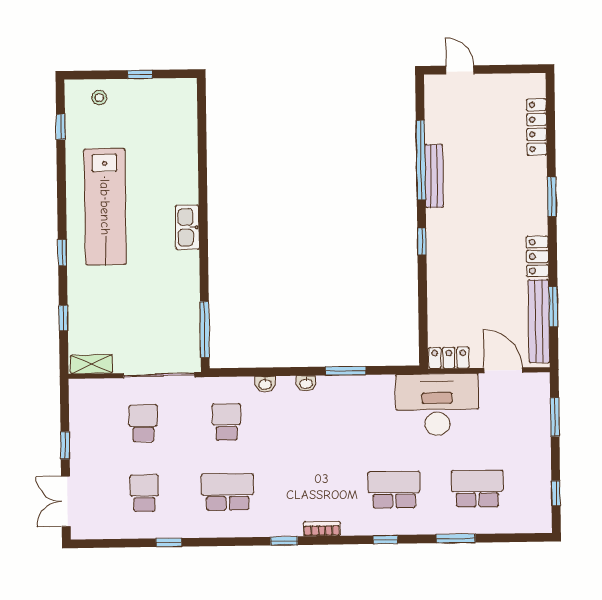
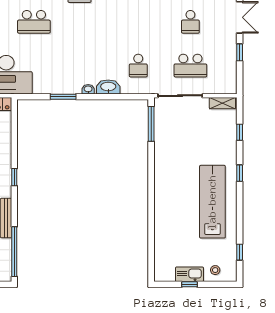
window: (421, 160) -> (14, 252), moved
kitchen sink: (187, 227) -> (189, 274), moved, turned -90
washbasin: (265, 384) -> (108, 87), width x1.91, depth x1.45
school desk: (143, 423) -> (190, 66), width x1.85
school desk: (228, 492) -> (138, 22), removed

